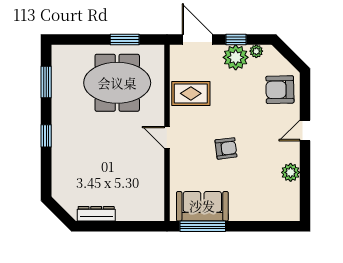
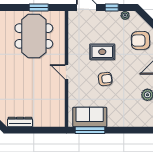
plant: (236, 57) -> (112, 19), removed
meeting table: (117, 83) -> (34, 36), turned 90
rug: (191, 93) -> (102, 52), moved

